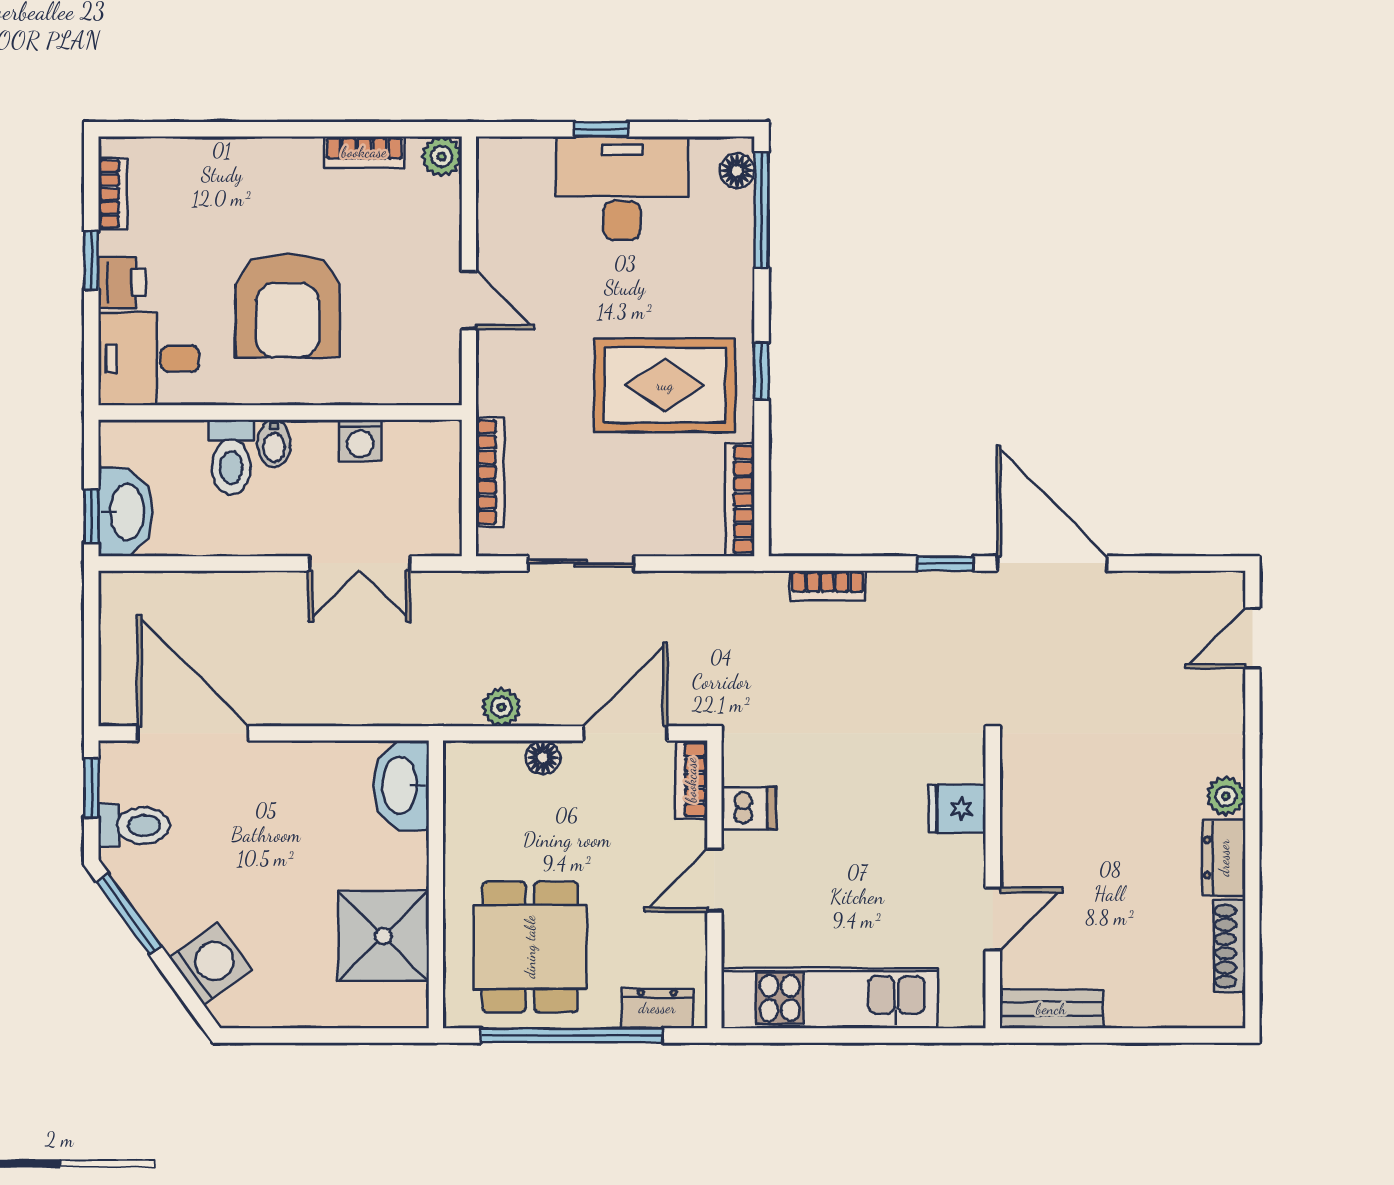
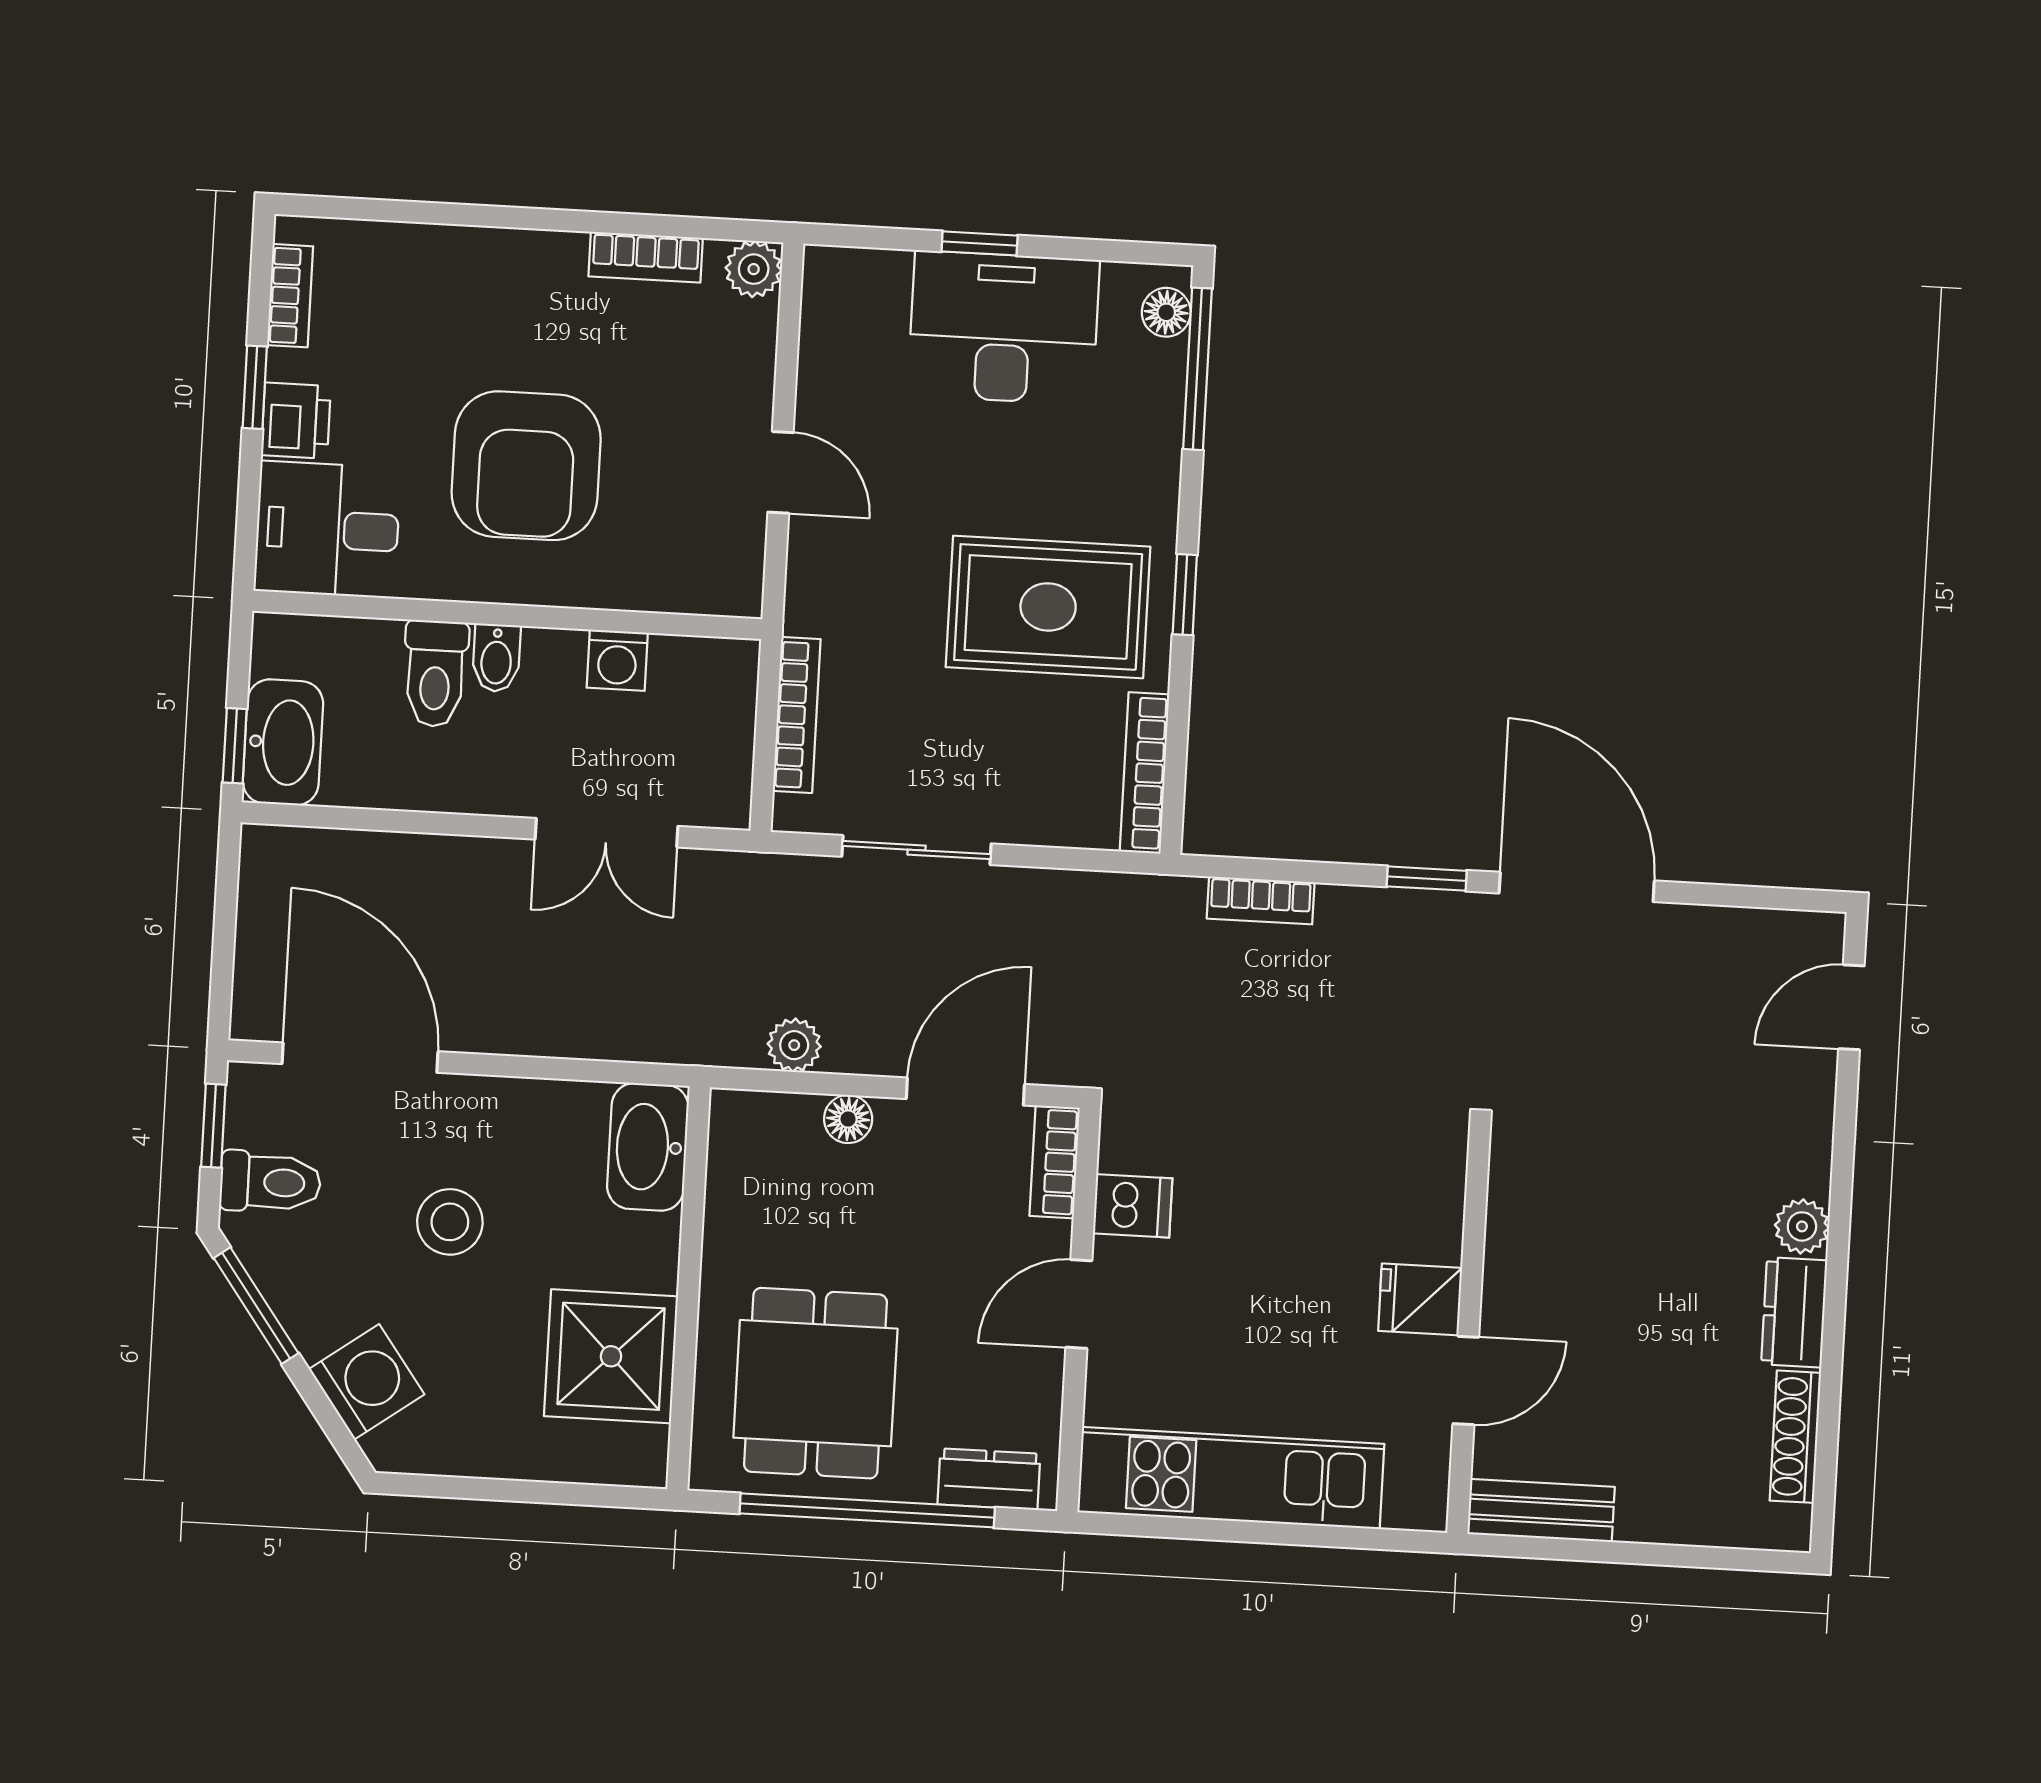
fridge: (957, 809) -> (1420, 1299), moved
stool: (263, 847) -> (450, 1222), added

